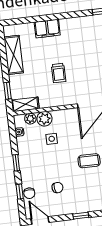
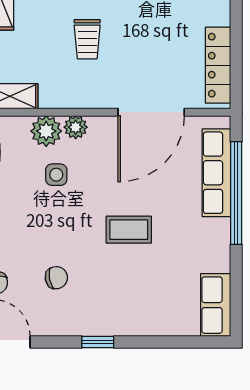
plant: (30, 119) -> (76, 127), moved

